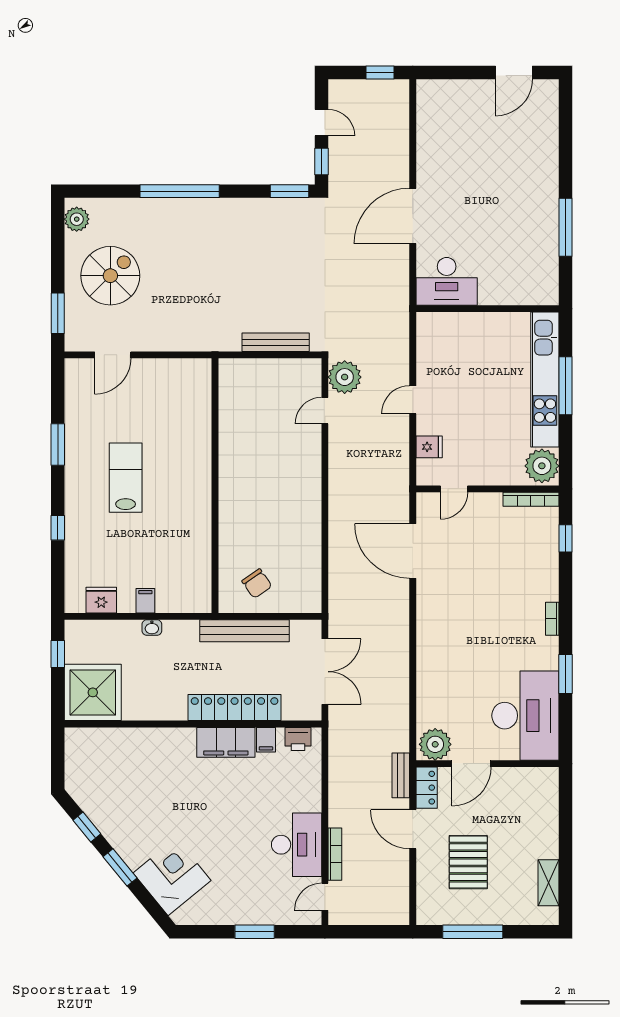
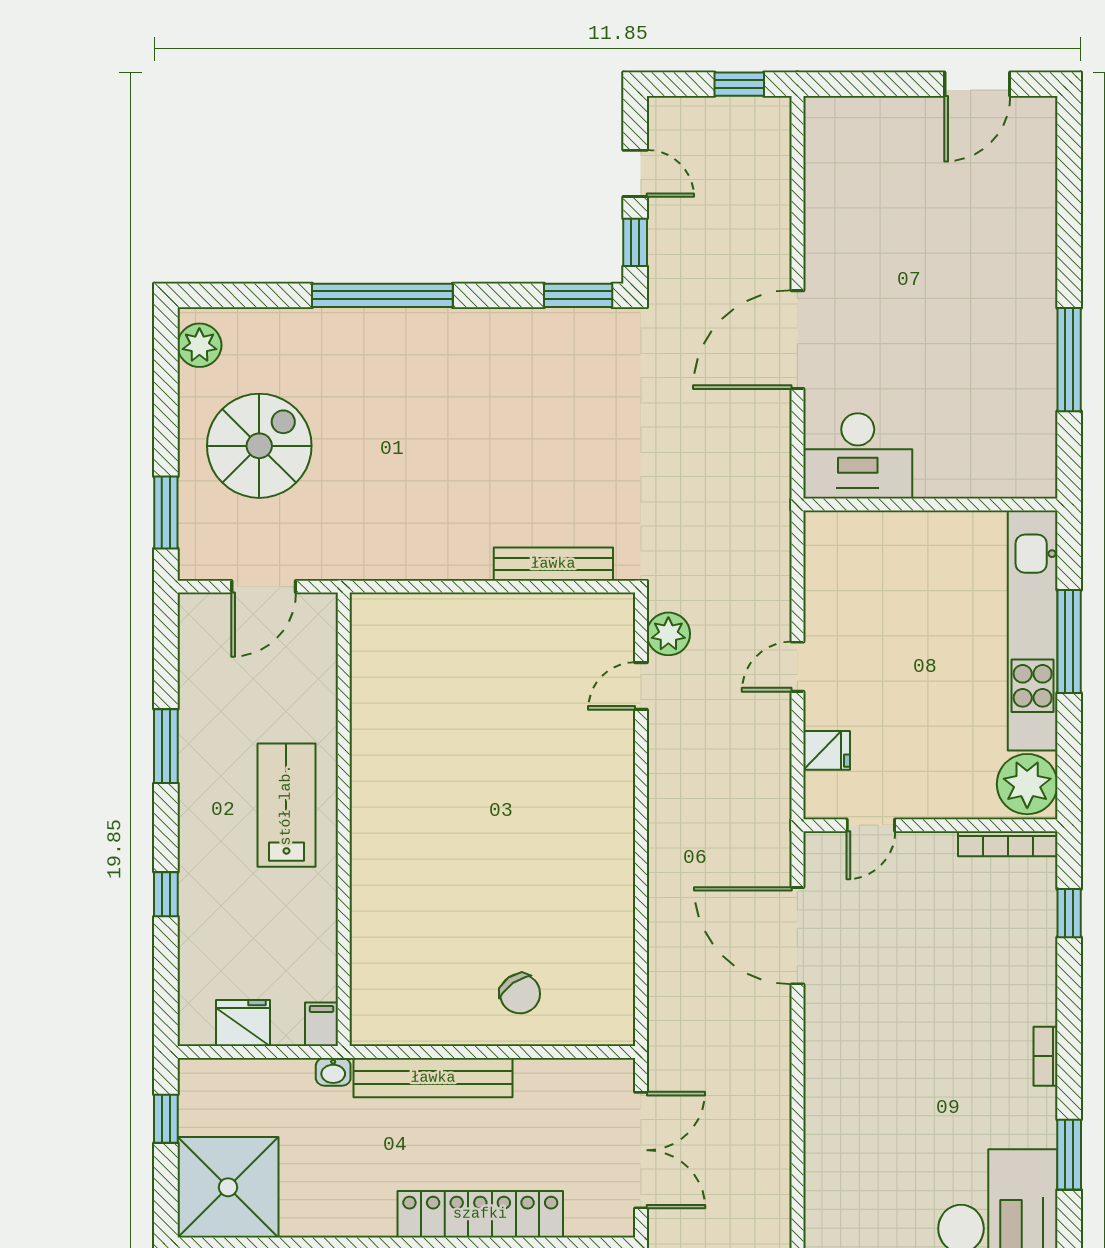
plant: (345, 377) -> (668, 634), width x0.73, depth x0.73
wall: (215, 486) -> (344, 819), moved
bench: (244, 631) -> (433, 1078), moved

